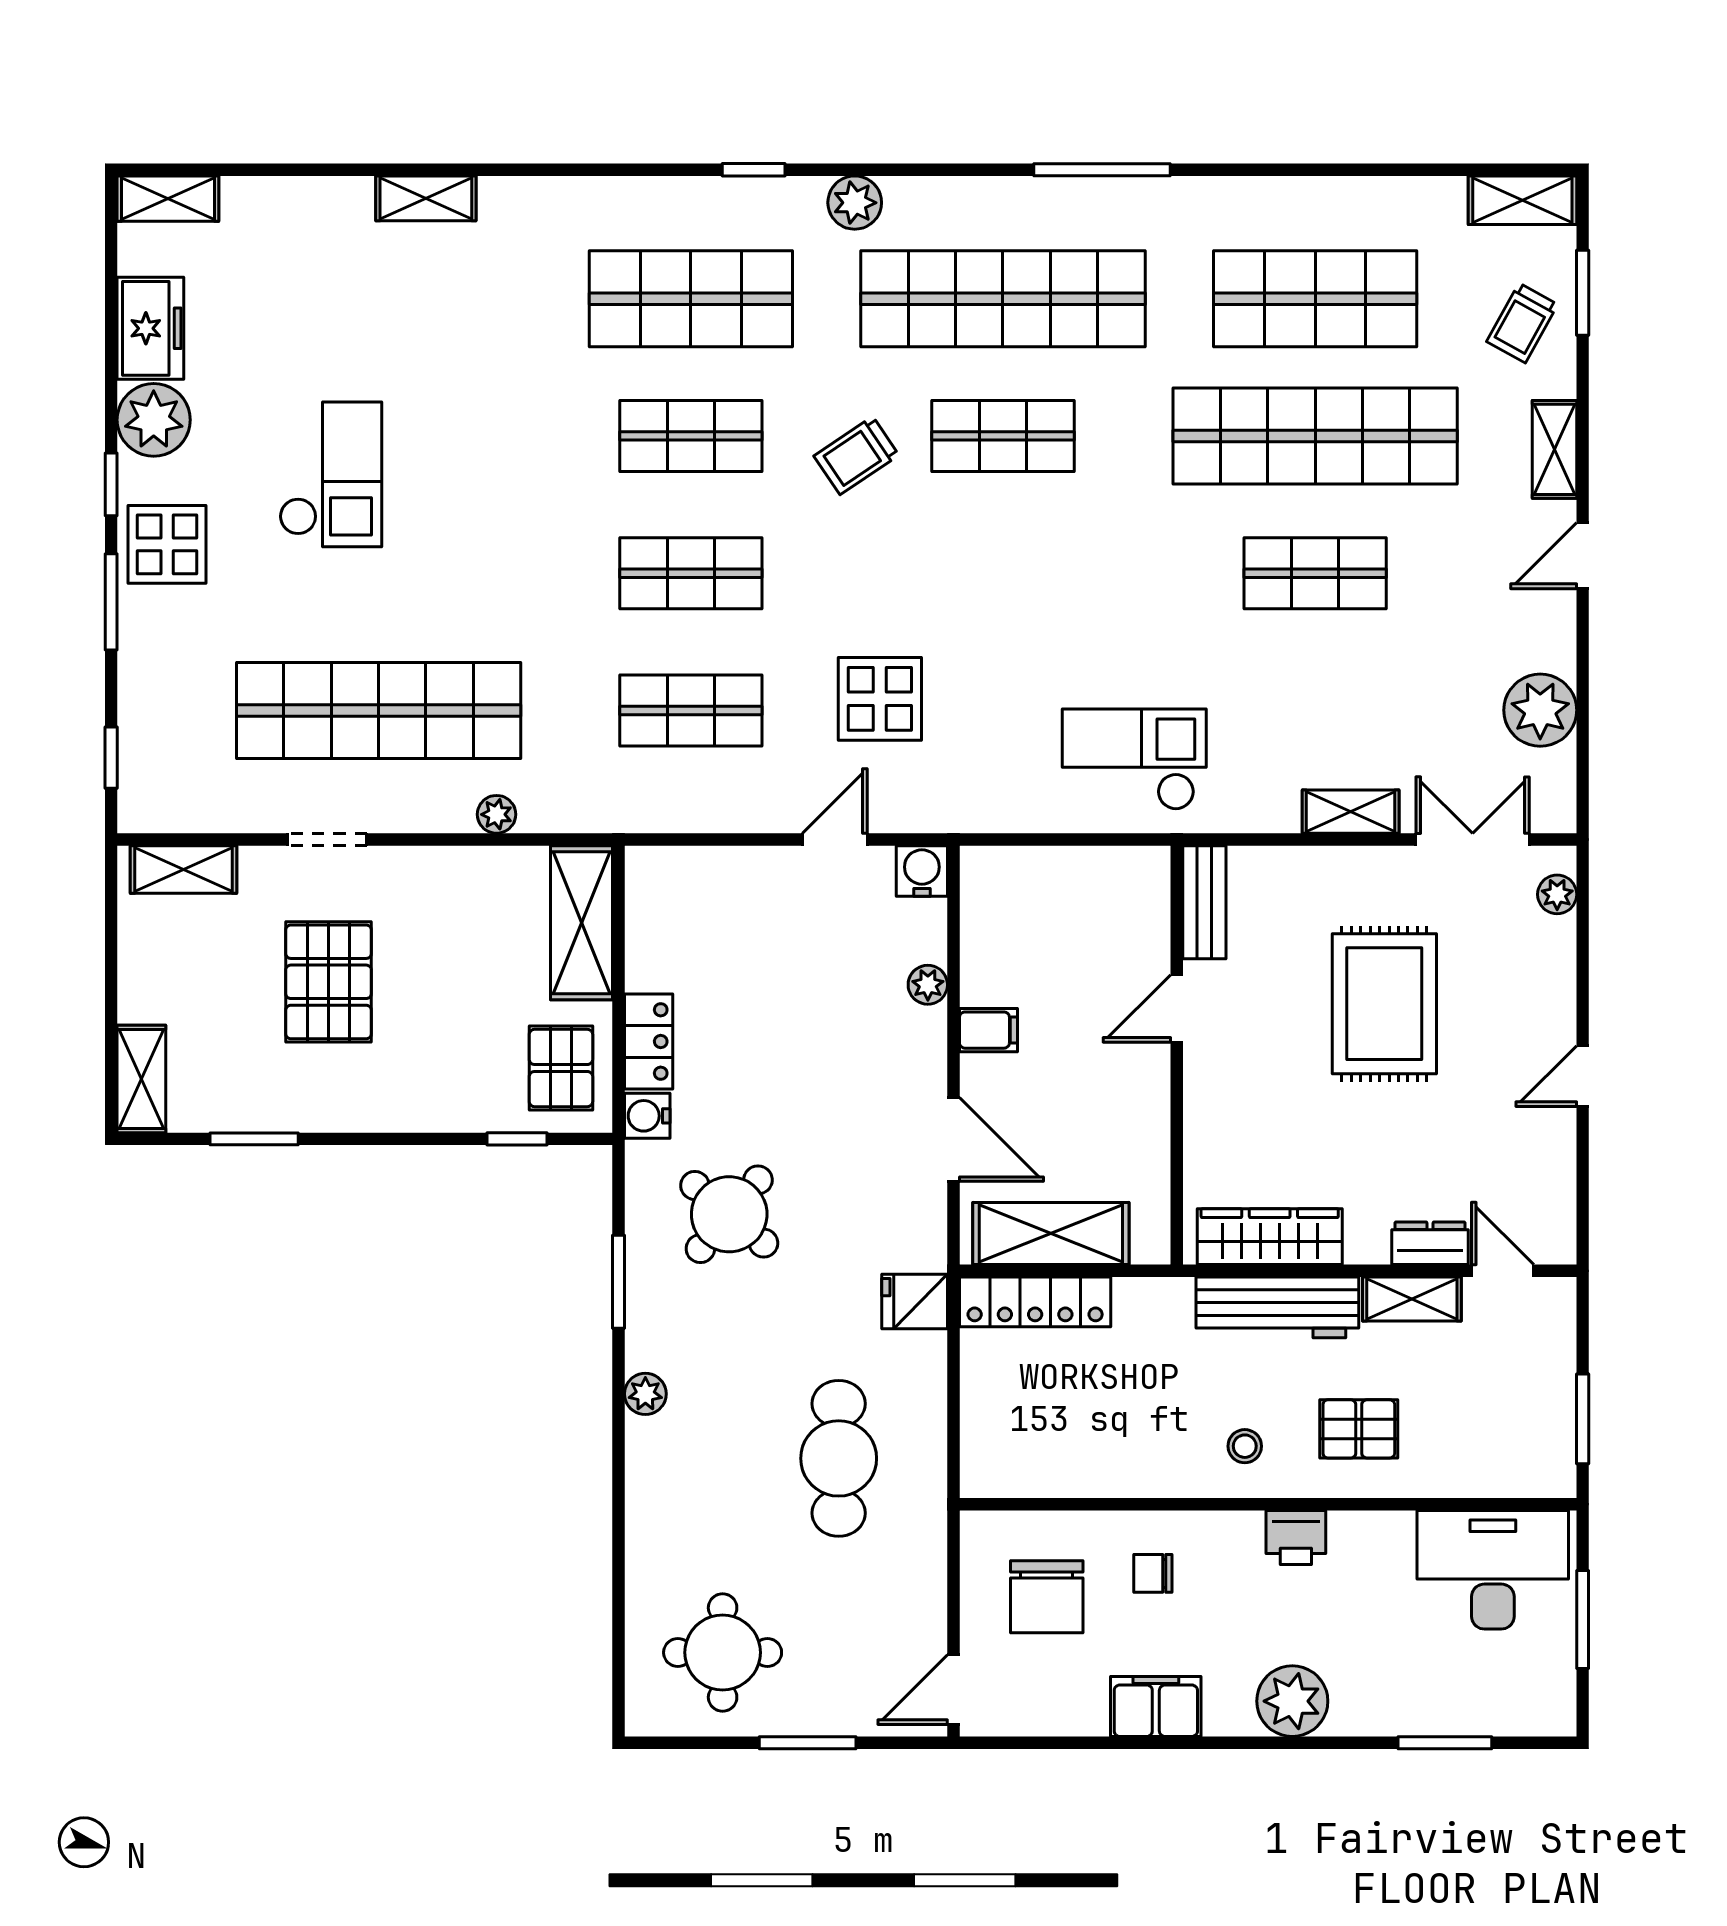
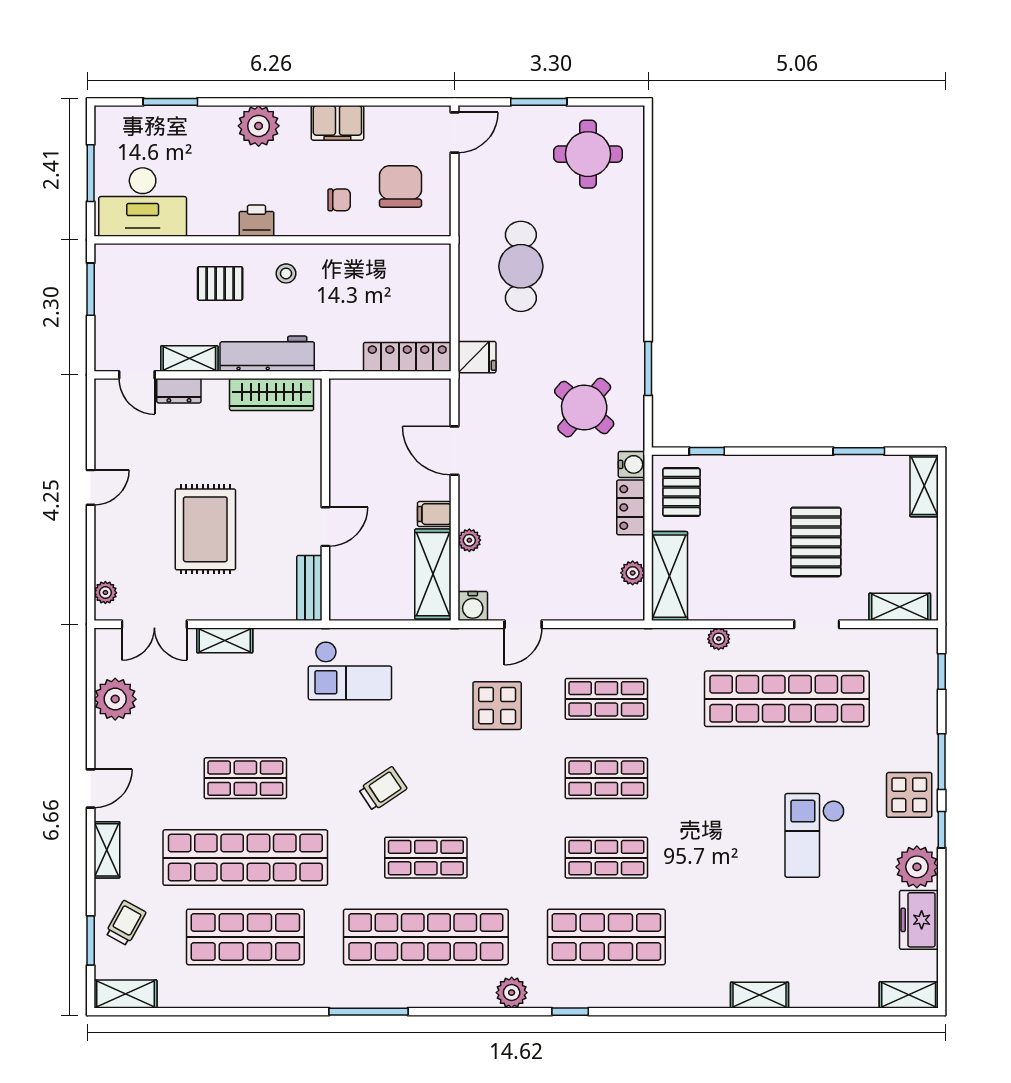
trolley: (856, 456) -> (383, 789), moved
shelving: (1051, 1234) -> (433, 574), moved, turned 90
plant: (645, 1394) -> (633, 573), moved

